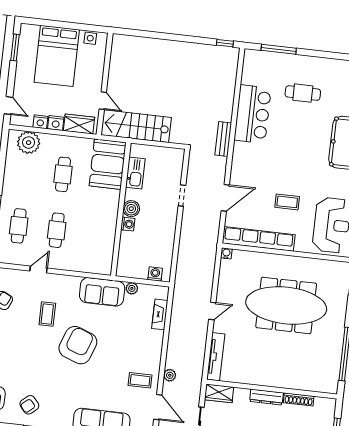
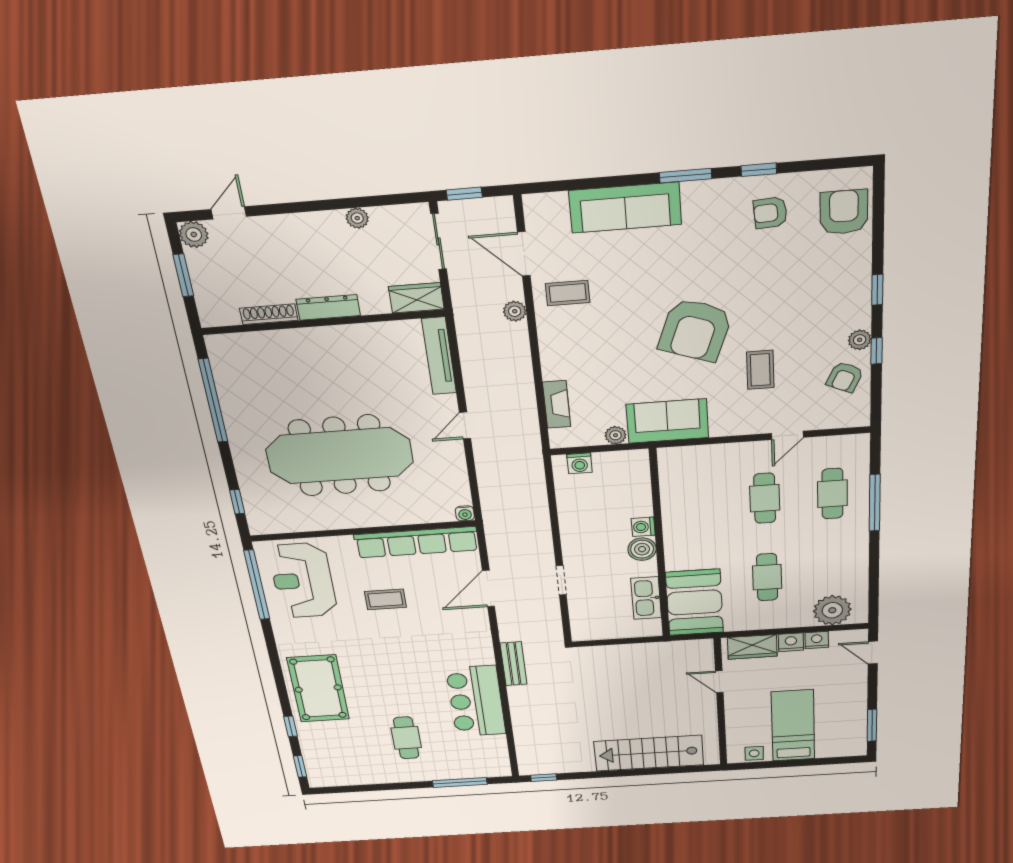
bed: (57, 56) -> (793, 726), width x0.67
cafe table: (303, 93) -> (406, 738), turned 90
stairs: (136, 126) -> (649, 753), moved, turned 180
armchair: (29, 405) -> (770, 213), turned -143

